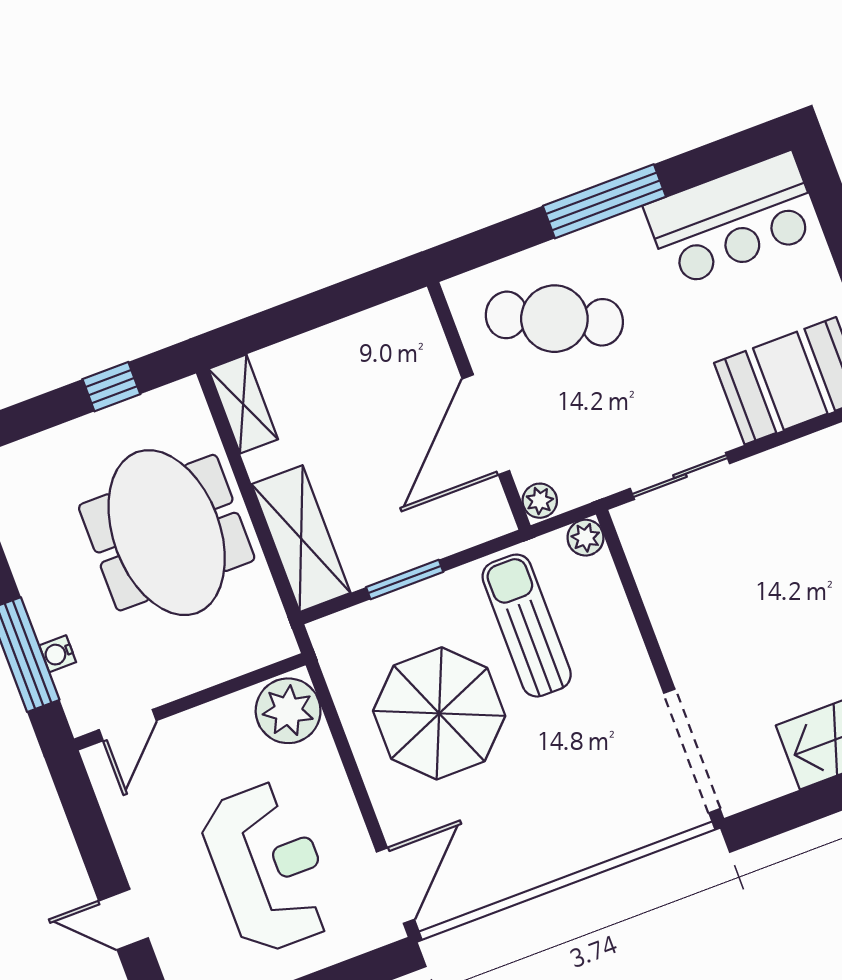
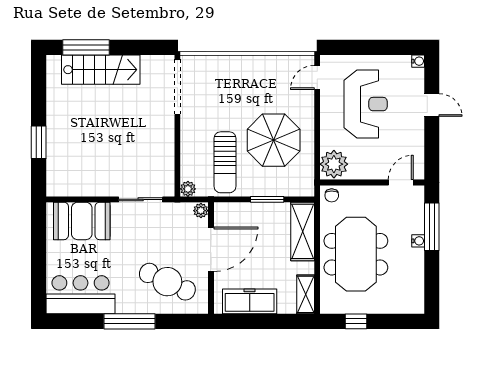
freezer: (359, 343) -> (250, 301), added
chair: (267, 641) -> (332, 195), added
water cooler: (58, 654) -> (418, 241), moved
reception desk: (268, 867) -> (366, 104), turned 180
door: (395, 886) -> (317, 77), width x0.73

